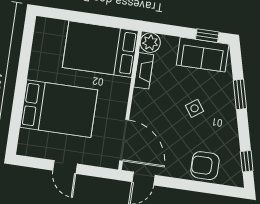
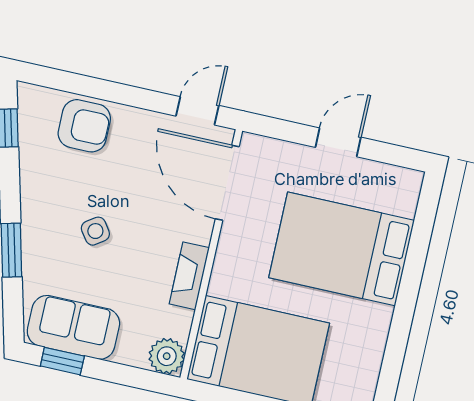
fireplace: (144, 71) -> (189, 276), moved
door: (65, 167) -> (338, 142), hinge flipped

